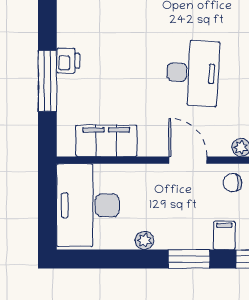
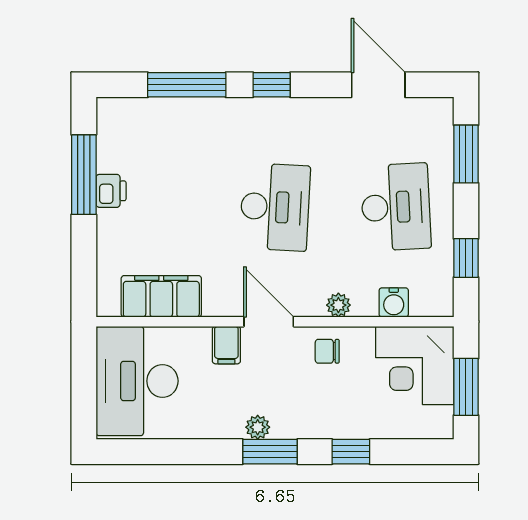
window: (47, 81) -> (84, 175), moved
filing cabinet: (224, 235) -> (226, 345), moved, turned 180
plant: (144, 240) -> (258, 427), moved

